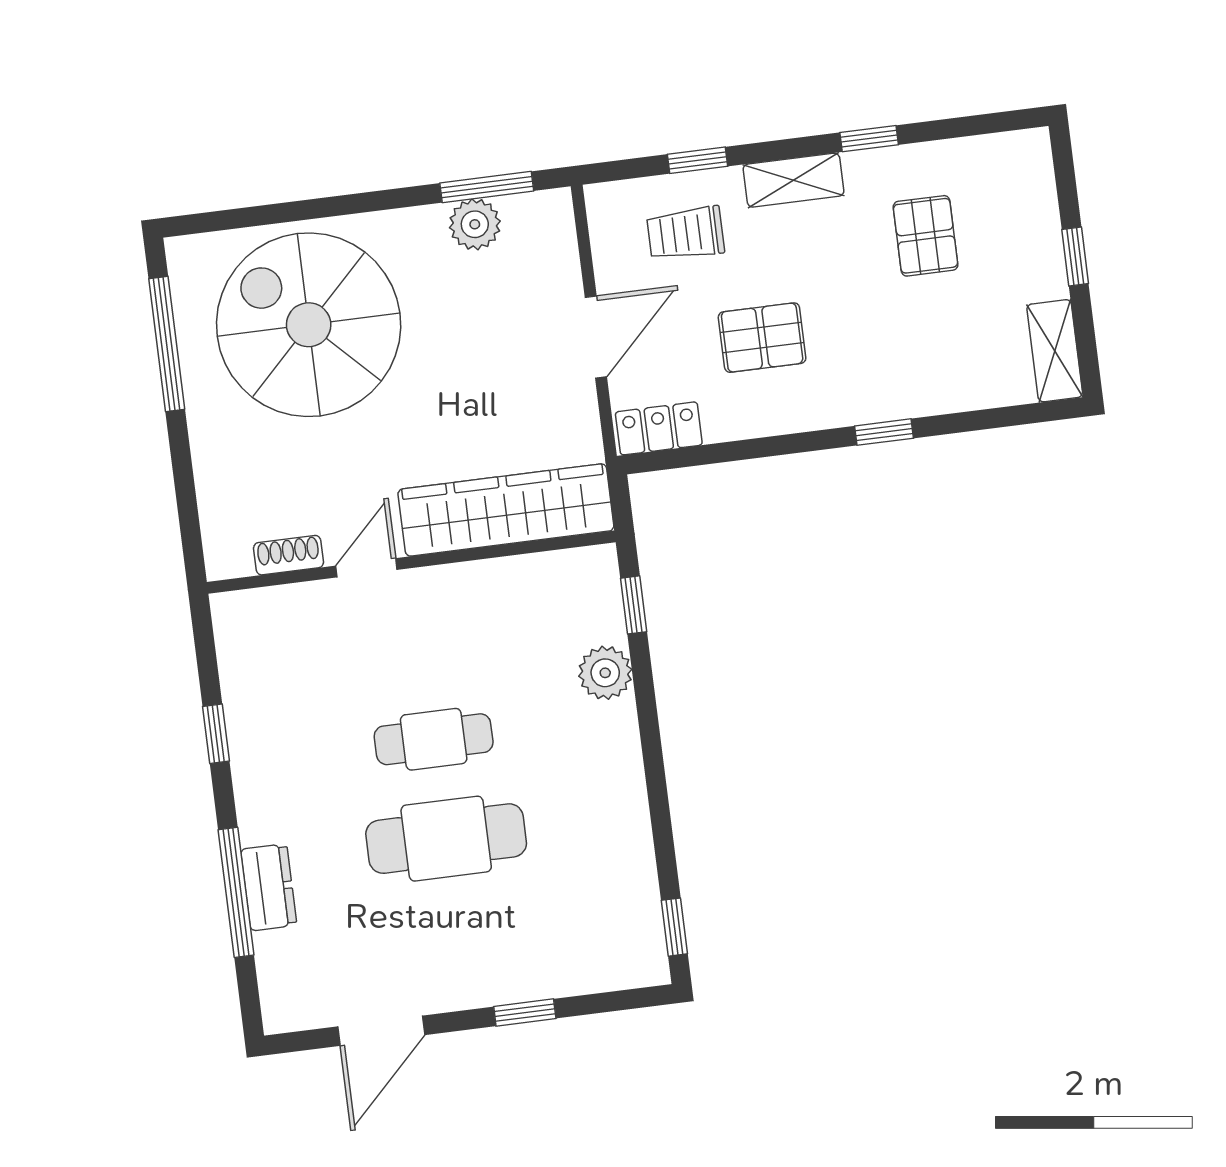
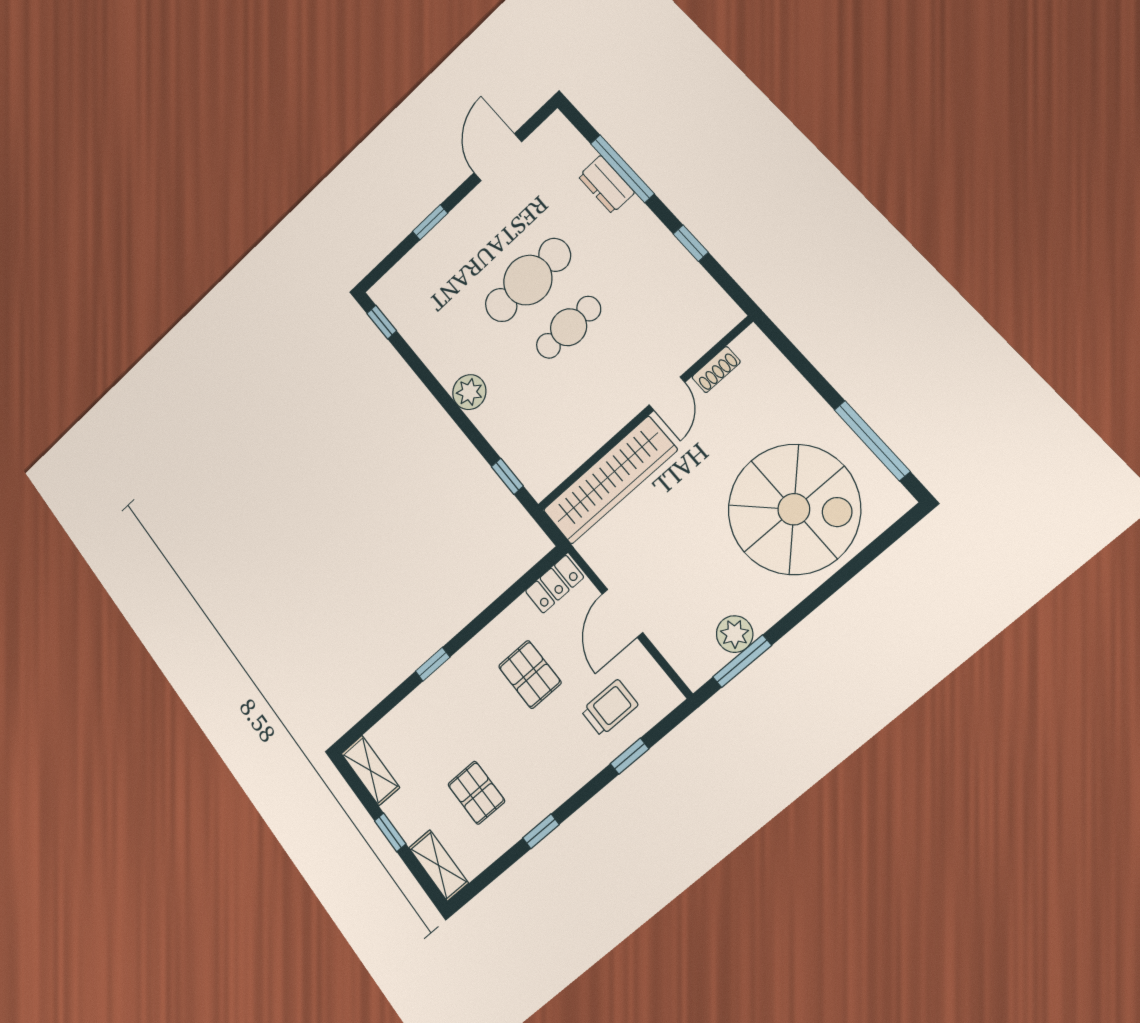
shelving: (793, 180) -> (439, 865), moved, turned 90
pallet: (762, 338) -> (530, 674), turned 90
plant: (605, 673) -> (469, 392), moved

